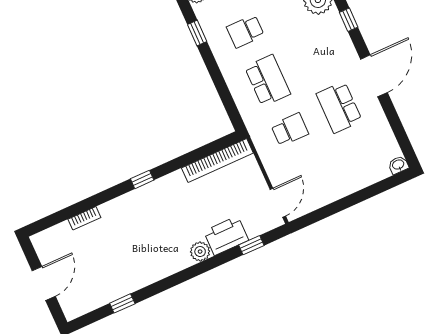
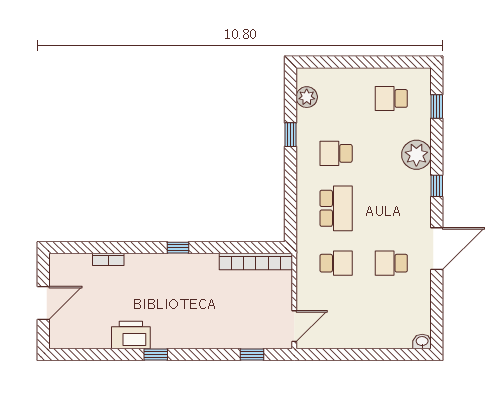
school desk: (339, 107) -> (391, 263), width x0.54
printer: (226, 236) -> (131, 335), moved
plant: (200, 252) -> (202, 339), removed
window: (122, 303) -> (156, 354), moved

